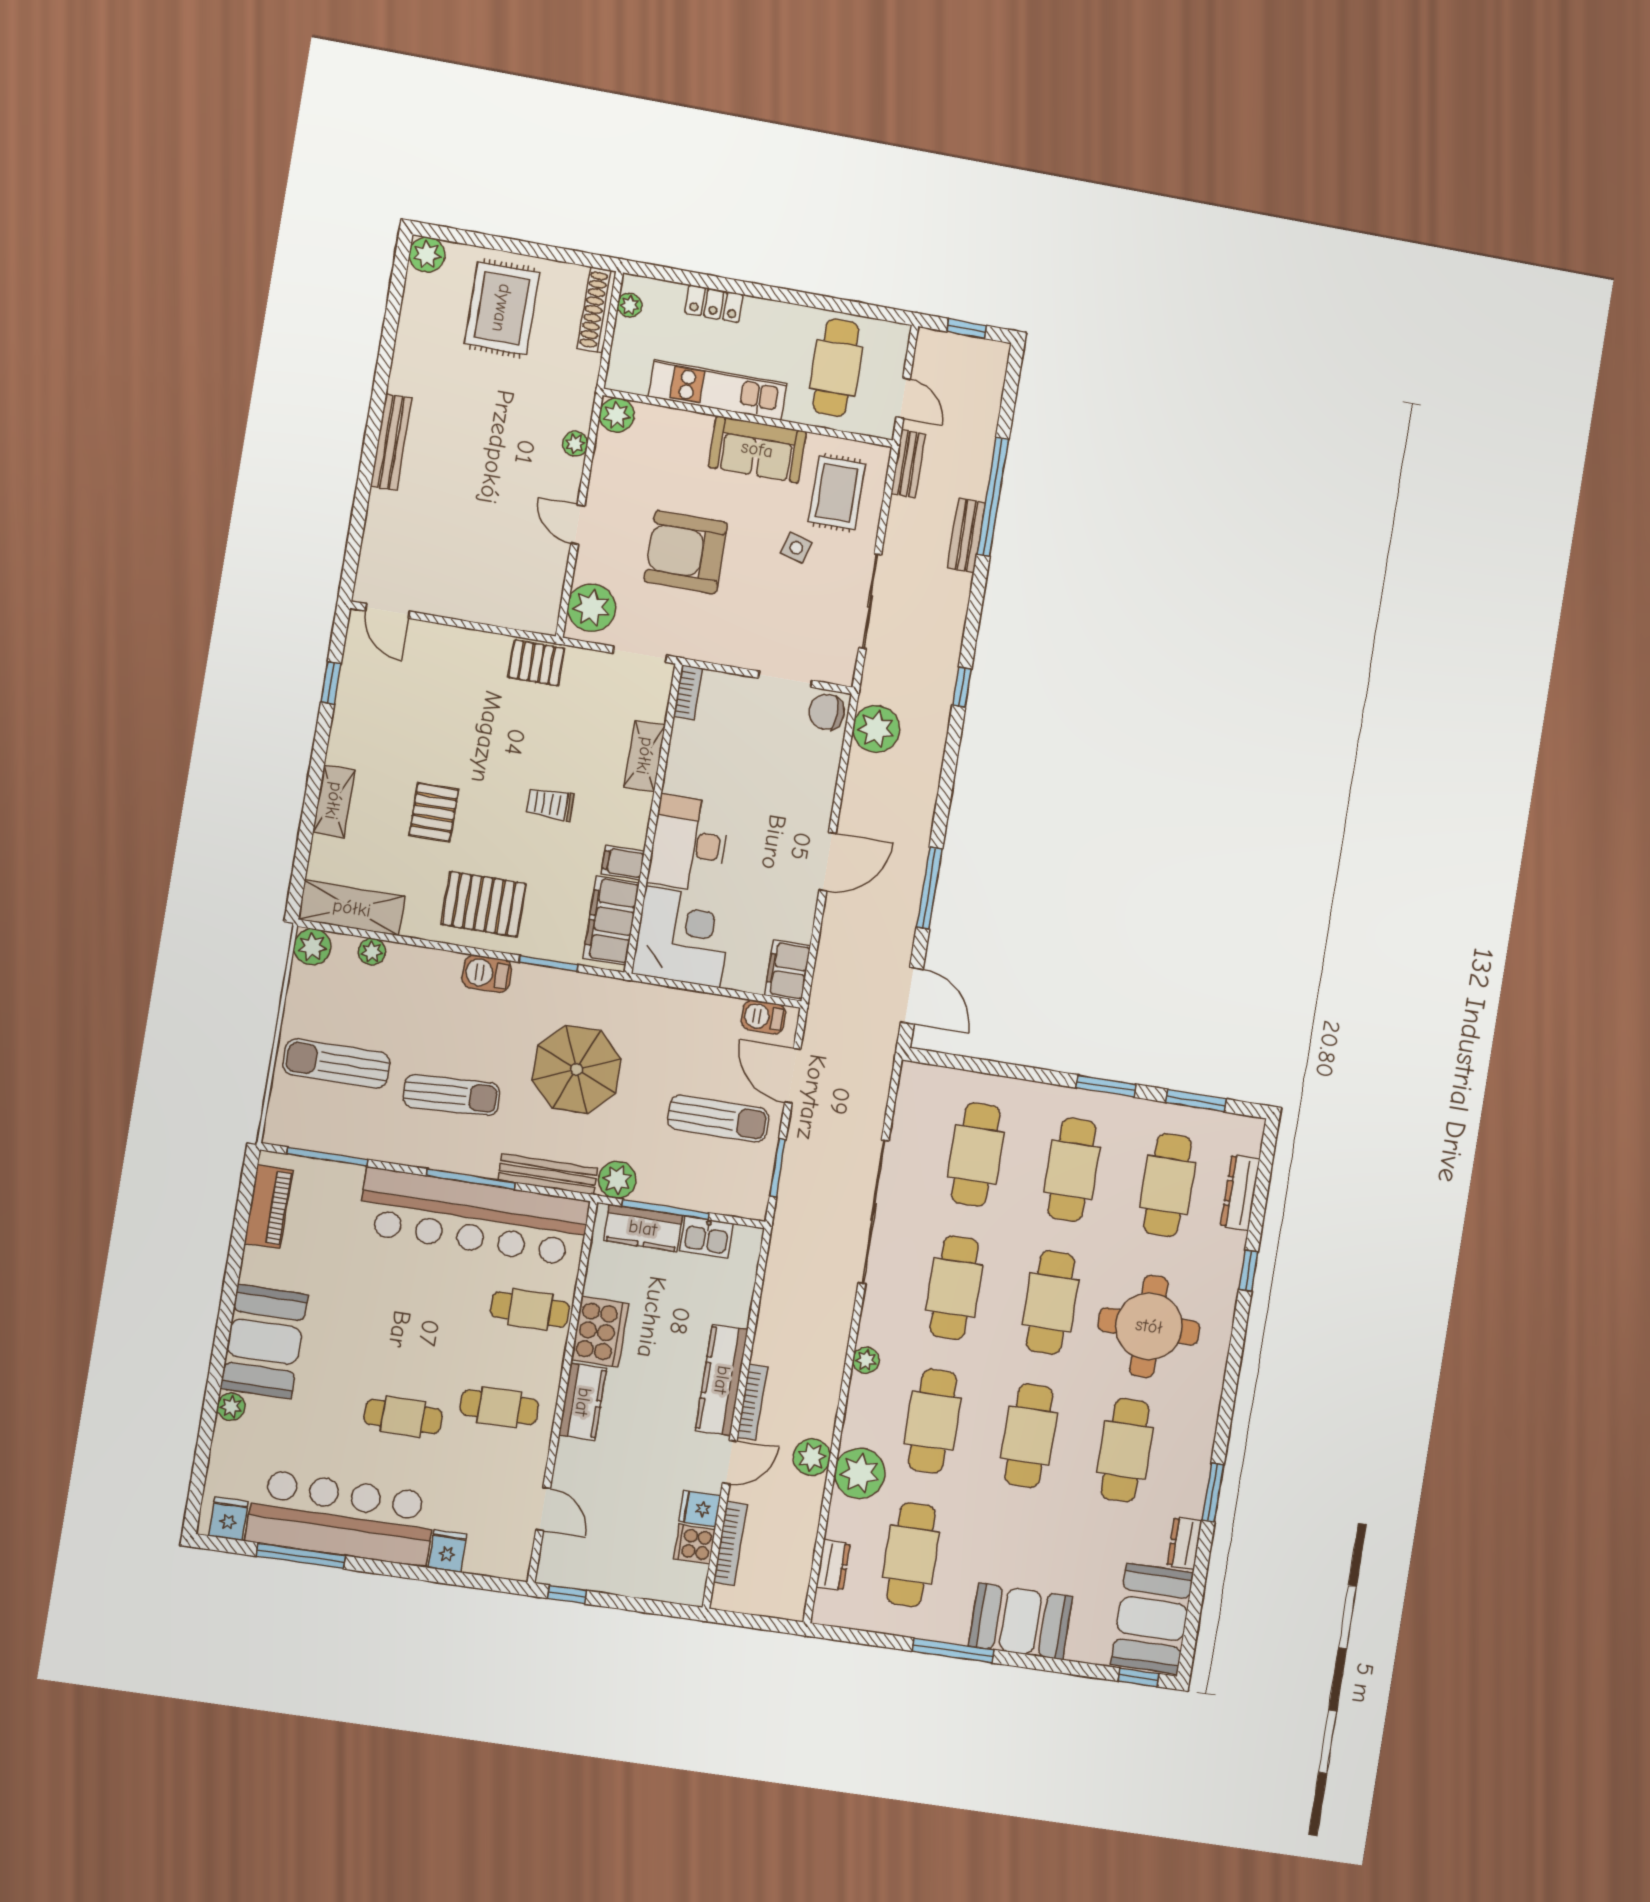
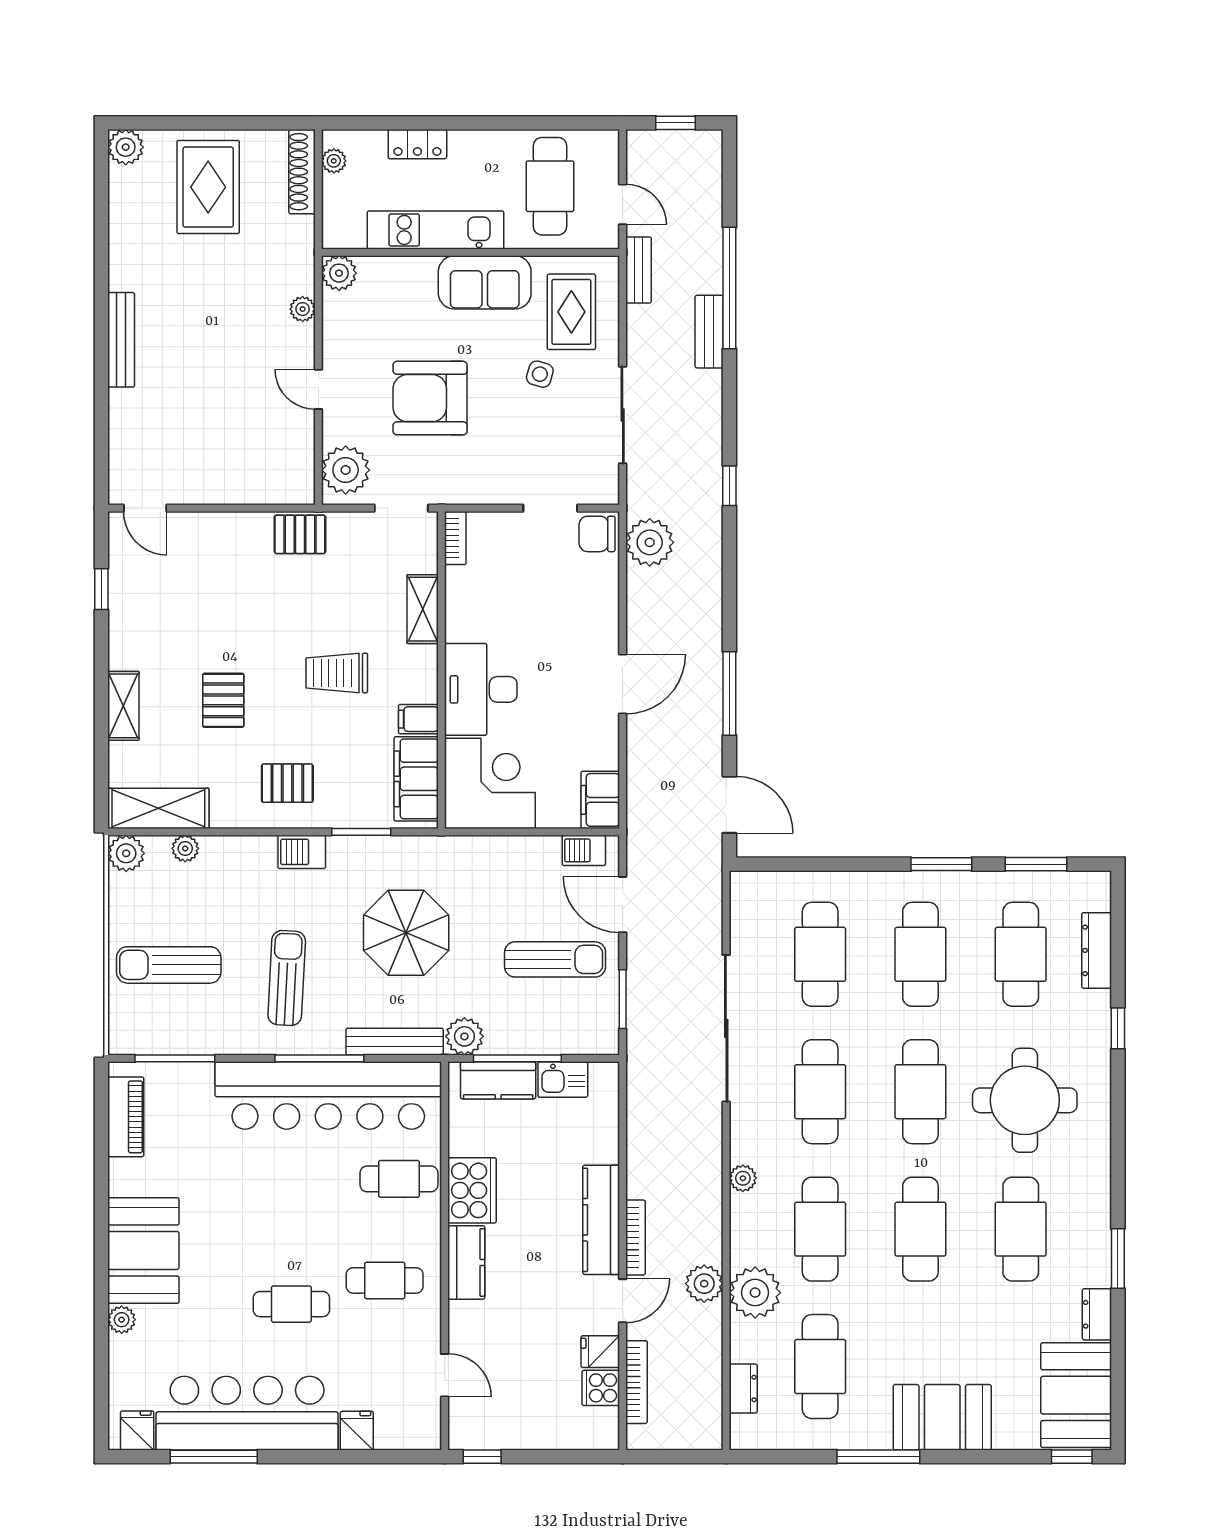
trolley: (550, 804) -> (337, 673), width x1.36, depth x1.39
pallet: (484, 904) -> (287, 783), width x0.67, depth x0.71
sun lounger: (451, 1095) -> (287, 978), turned -84

